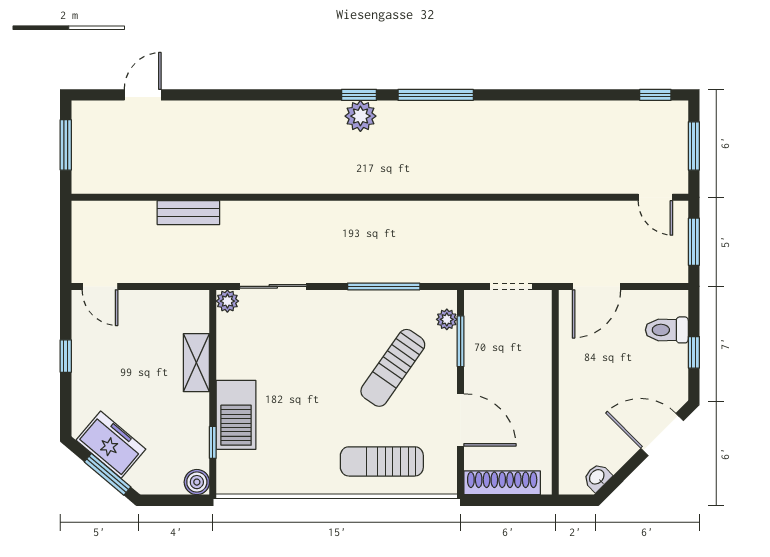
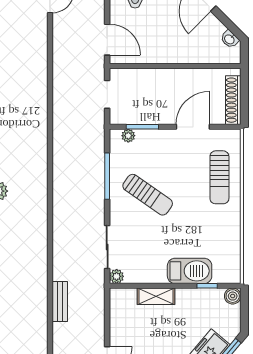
sun lounger: (393, 368) -> (148, 195), moved

